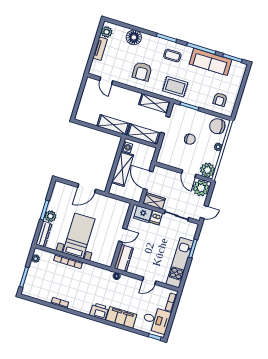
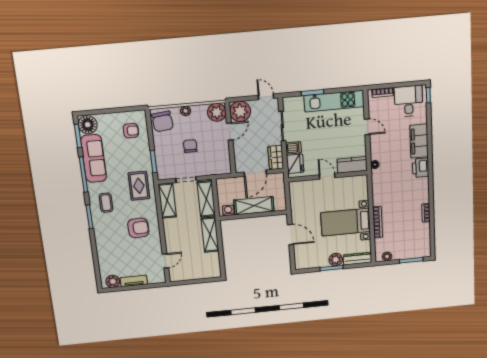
floor lamp: (134, 37) -> (88, 125), moved

